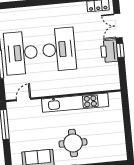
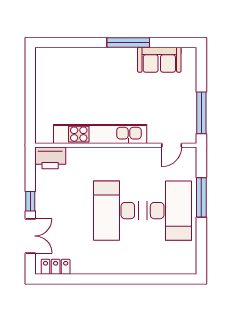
printer: (109, 51) -> (50, 158), moved, turned 90
round table: (73, 143) -> (108, 78), removed

